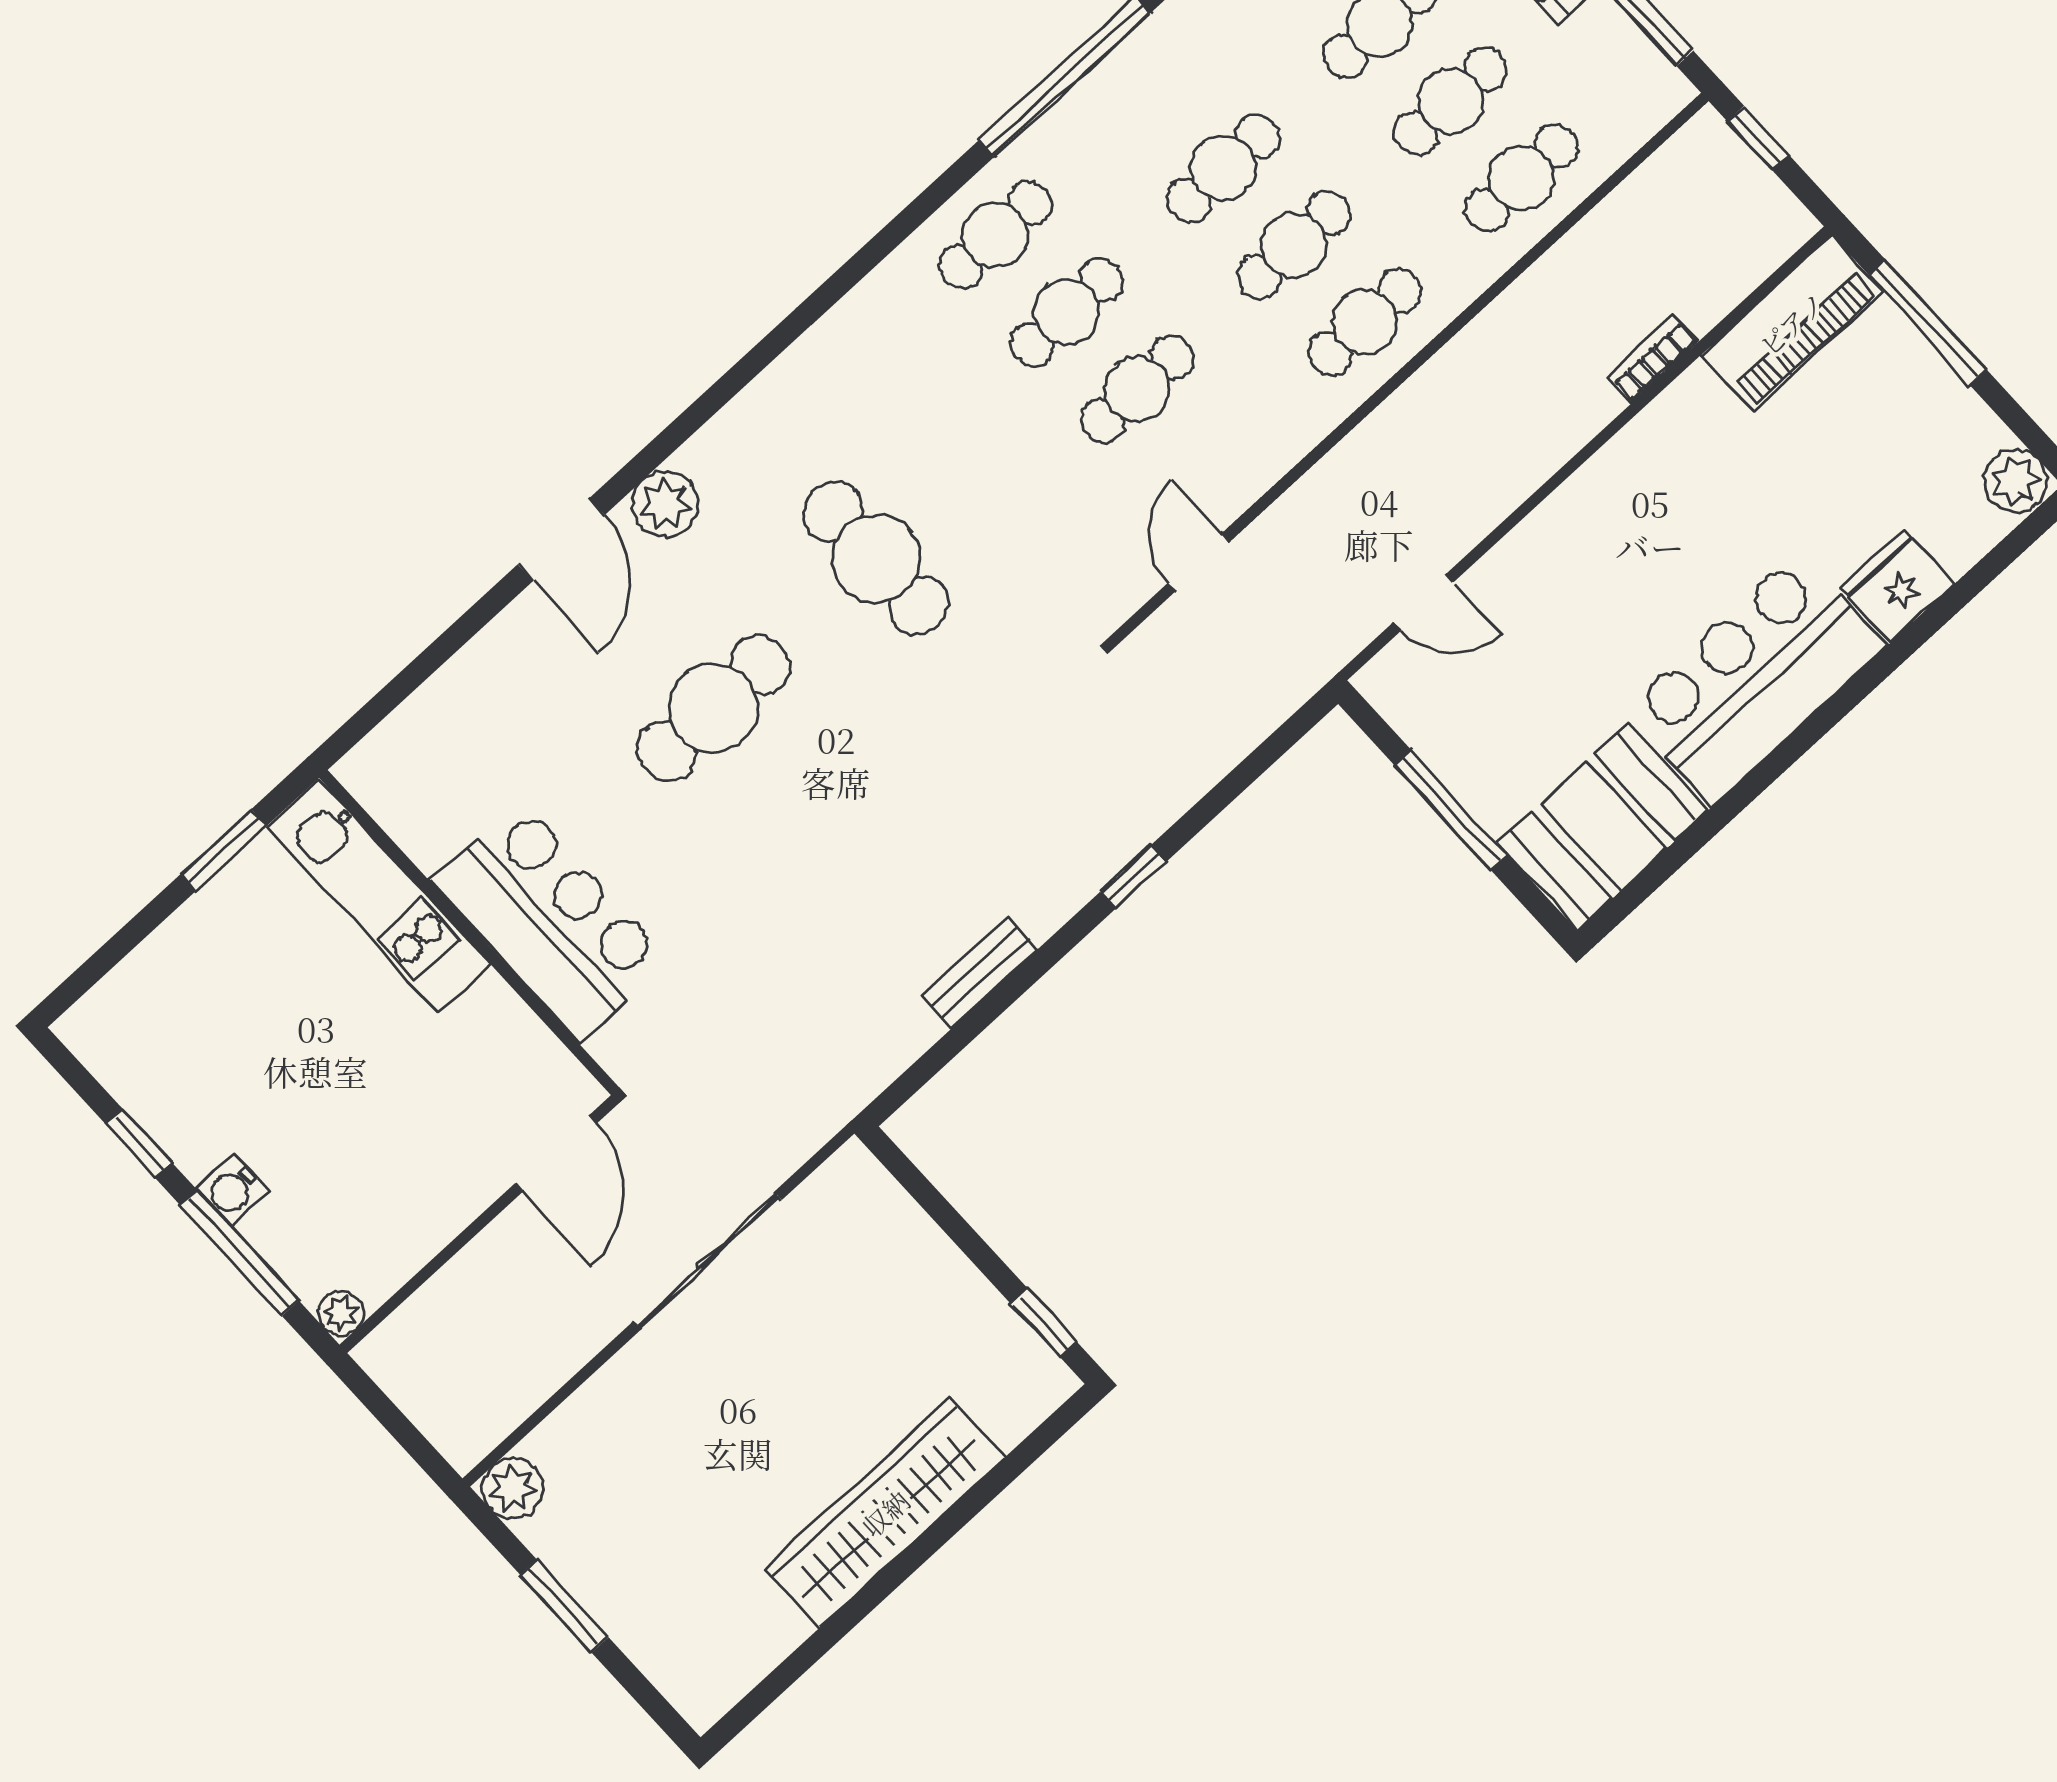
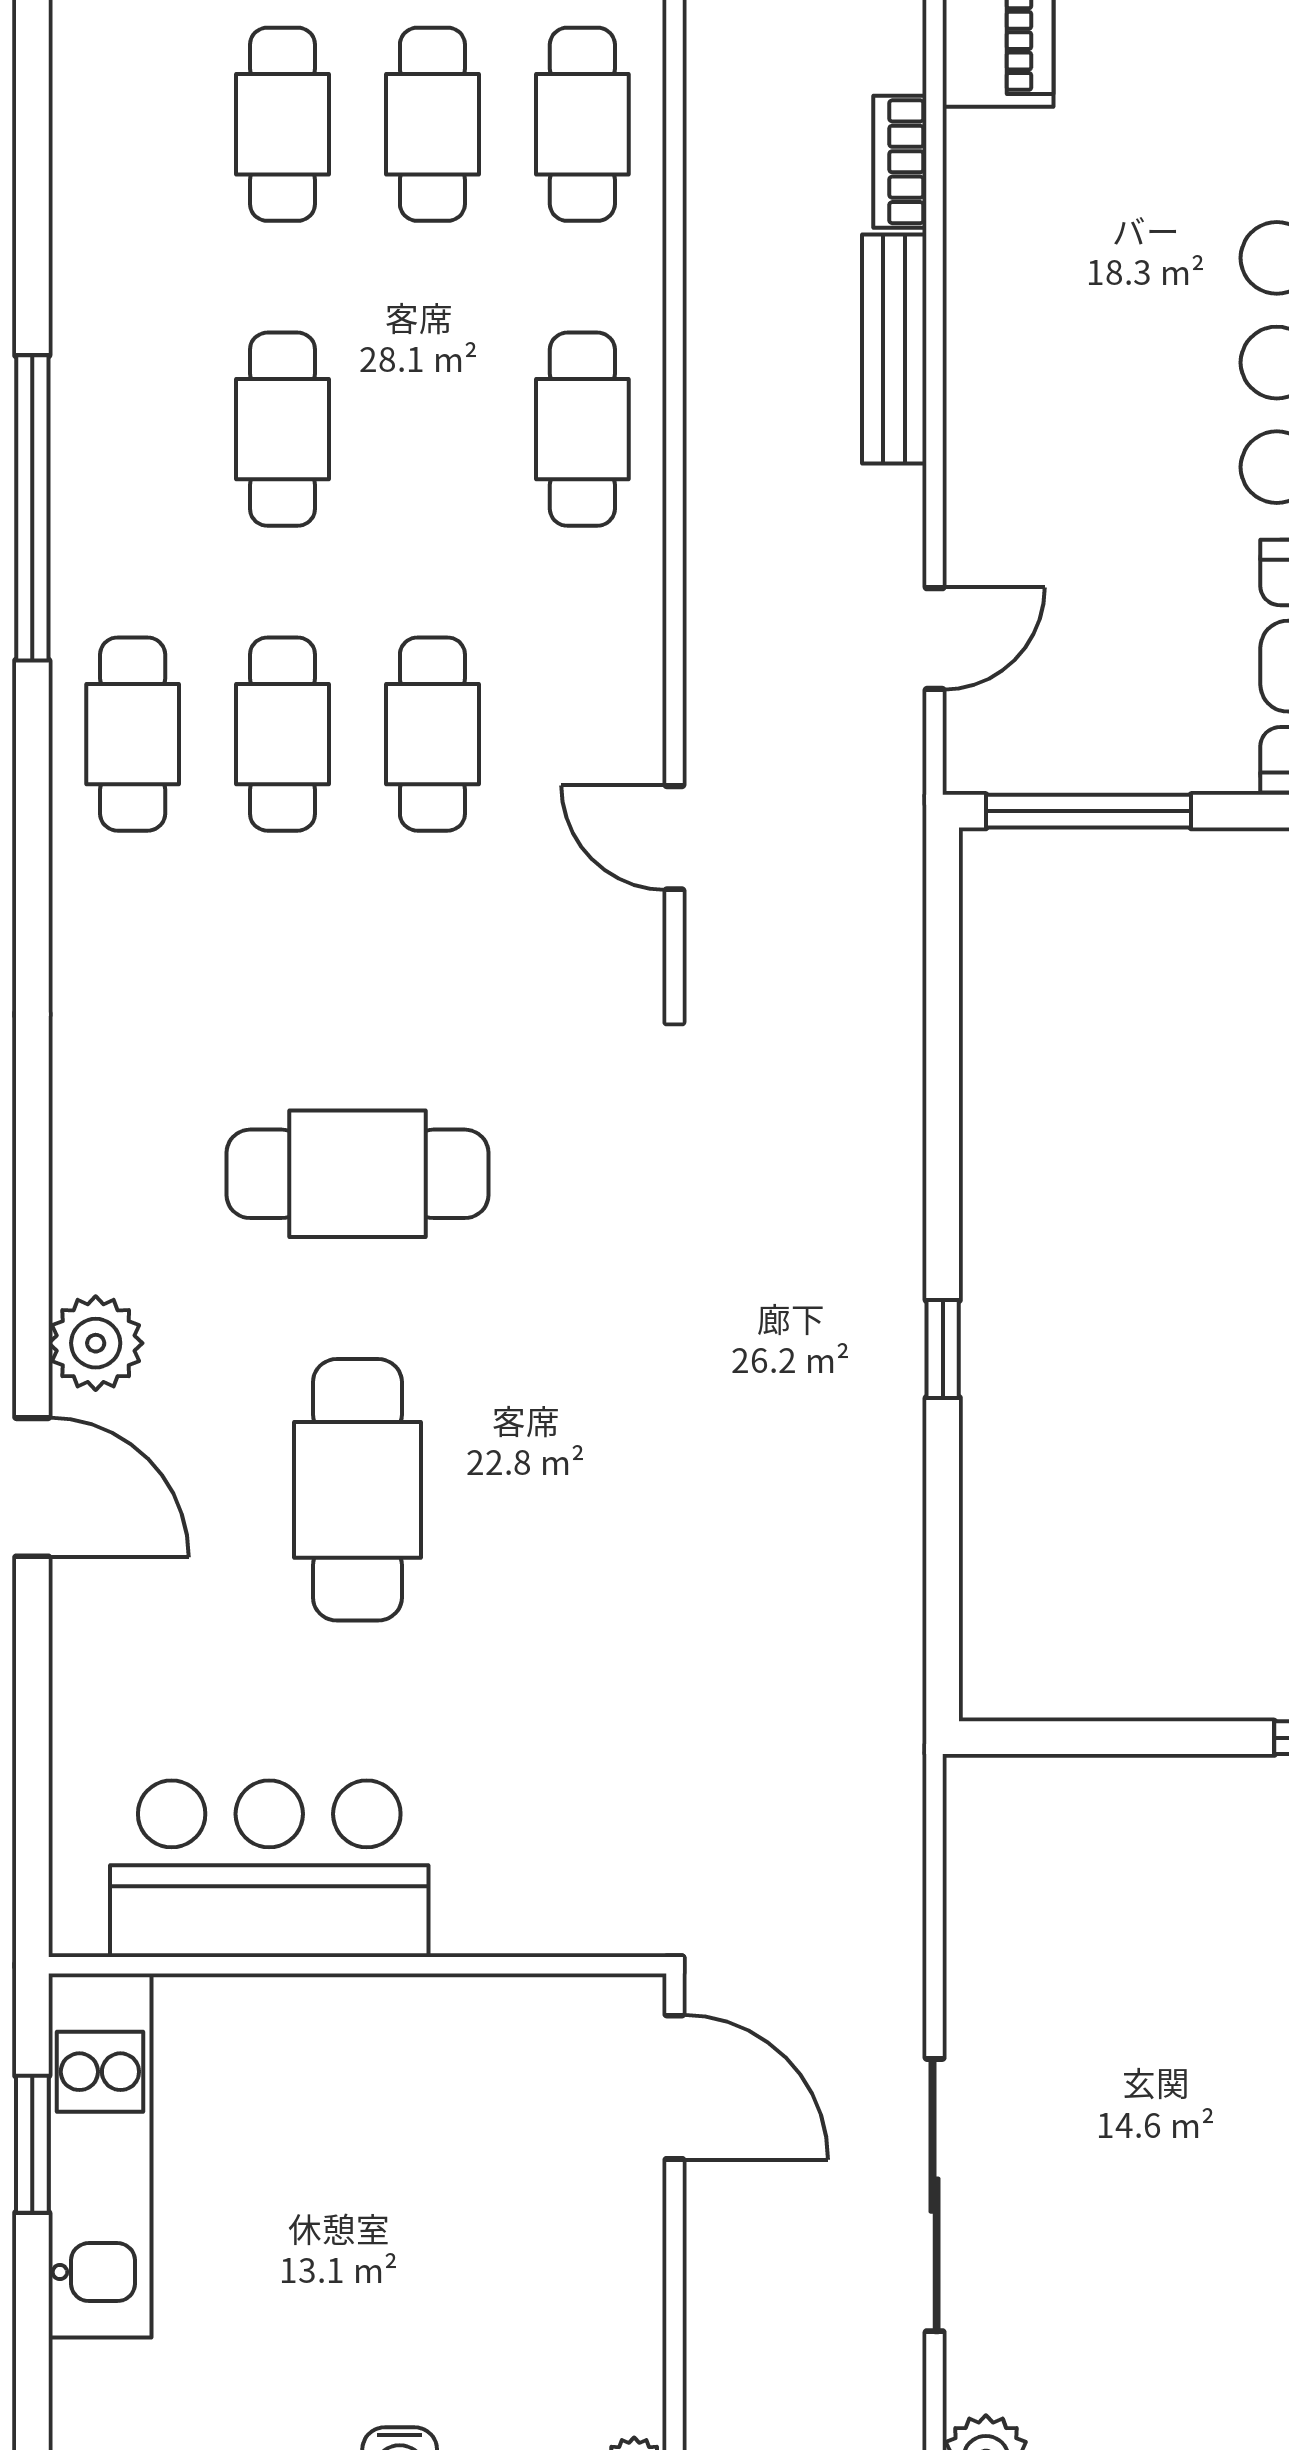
cafe table: (1294, 245) -> (432, 429), removed
window: (1451, 810) -> (1089, 811), moved
window: (1133, 877) -> (943, 1349), moved
kitchen unit: (379, 896) -> (100, 2155), moved, turned -90
bar counter: (550, 921) -> (269, 1869), moved
bench: (980, 972) -> (894, 349), moved, width x1.36
sliding door: (708, 1260) -> (935, 2195), moved

